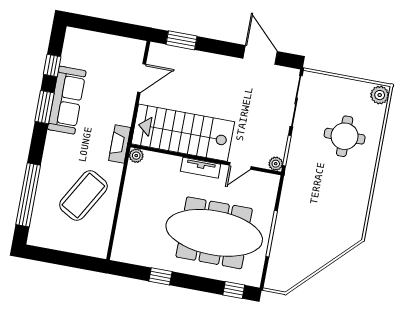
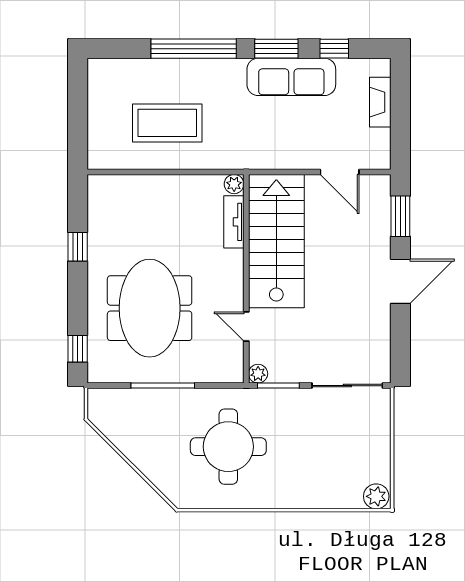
door: (260, 55) -> (400, 281), moved
round table: (345, 136) -> (228, 447), moved, width x1.36, depth x1.36
fireplace: (120, 144) -> (380, 102), moved, turned -90
tv unit: (201, 168) -> (234, 222), moved
window: (28, 195) -> (194, 49), moved
coffee table: (83, 196) -> (167, 123), turned -30
meeting table: (214, 233) -> (150, 308), width x0.73

